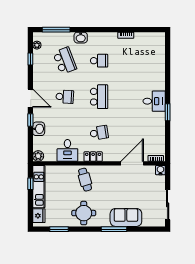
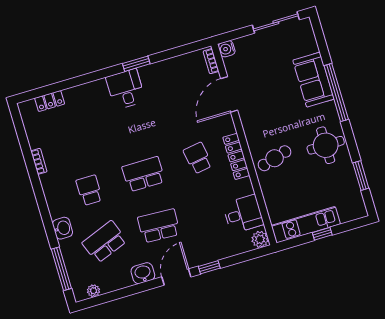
locker: (161, 53) -> (50, 101), added
window: (30, 59) -> (117, 294), removed
school desk: (65, 97) -> (159, 226), width x1.85
washbasin: (39, 129) -> (143, 273), moved
desk: (67, 150) -> (243, 214), moved
locker: (93, 157) -> (236, 156), width x1.53
door: (132, 163) -> (229, 94), hinge flipped
window: (30, 184) -> (322, 234), moved
fridge: (39, 216) -> (350, 212), removed
window: (114, 229) -> (336, 92), width x1.46

